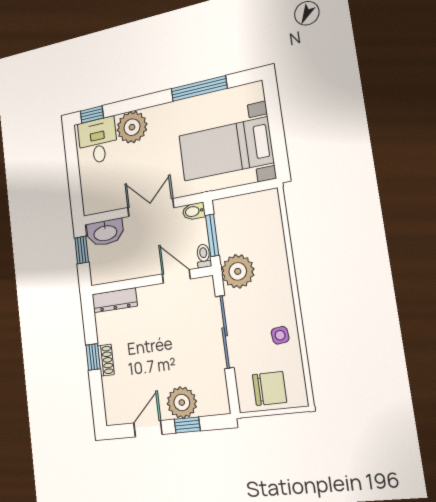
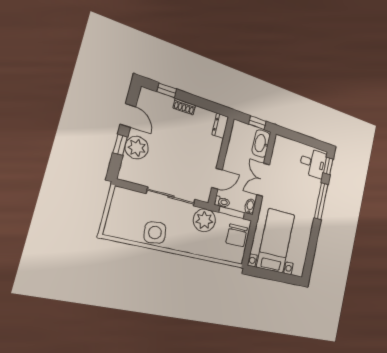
window: (199, 89) -> (321, 201), moved
plant: (132, 127) -> (311, 188), removed
double door: (151, 208) -> (263, 180), swing flipped
dresser: (115, 300) -> (220, 126), width x0.70
side table: (280, 335) -> (155, 233), width x1.87, depth x1.87
window: (93, 357) -> (167, 90), moved
chair: (269, 388) -> (237, 235), moved

